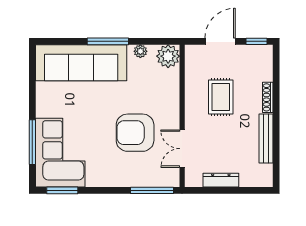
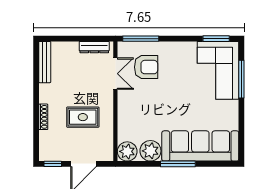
plant: (140, 51) -> (150, 151), width x1.87, depth x1.87
rug: (221, 97) -> (83, 117), turned 90
armchair: (135, 133) -> (146, 67), moved, width x0.73, depth x0.73
bench: (266, 139) -> (45, 62), moved
dresser: (221, 180) -> (94, 47), moved

